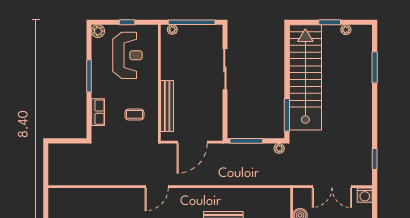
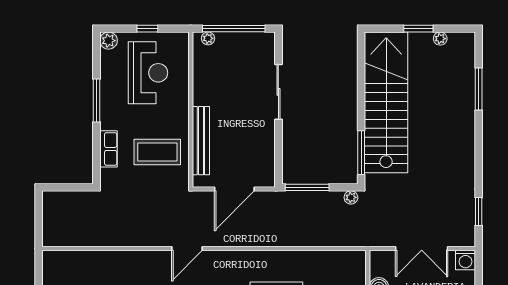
coffee table: (134, 114) -> (157, 152), width x1.86, depth x1.72

